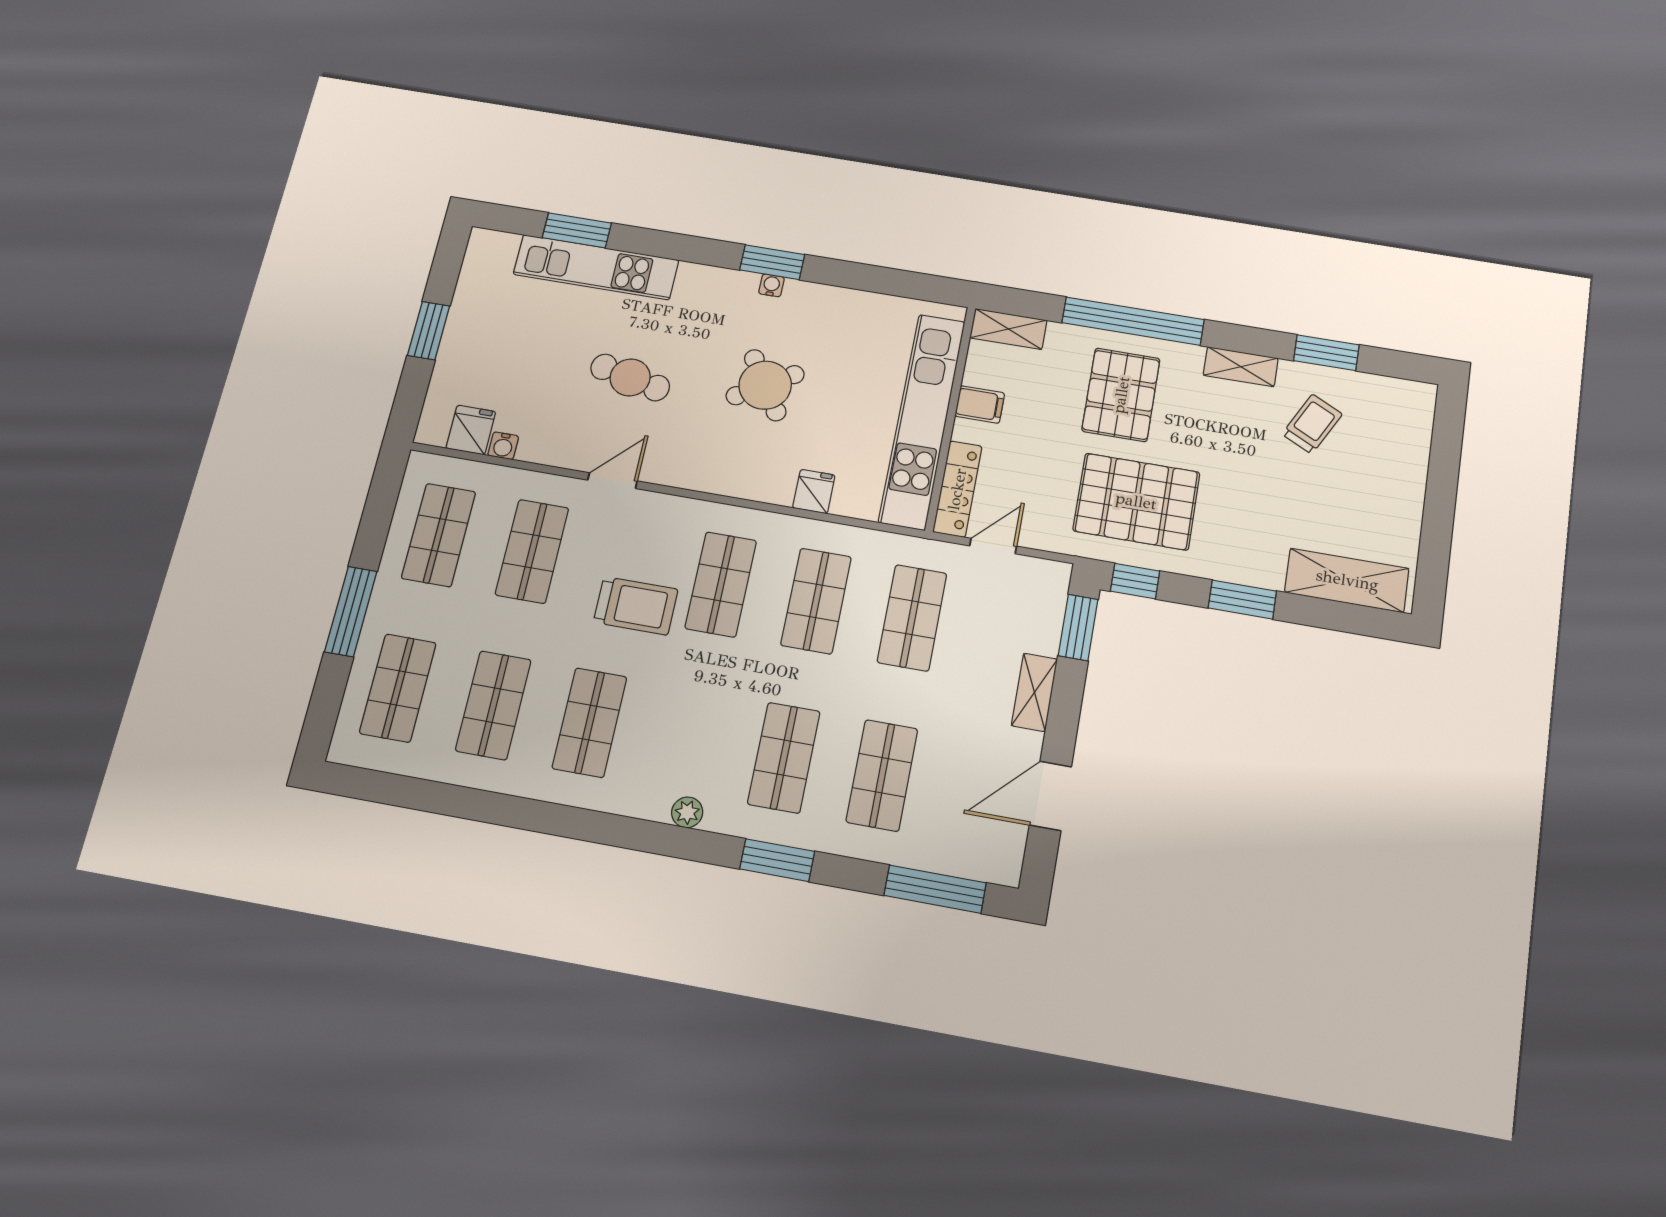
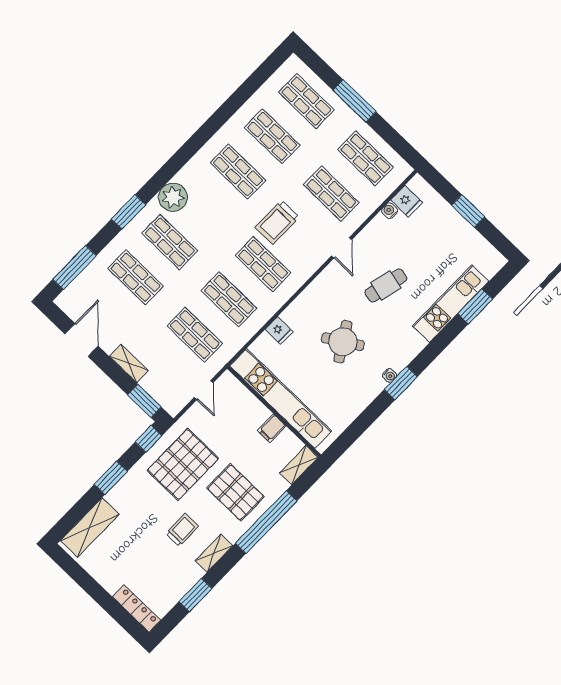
trolley: (1312, 424) -> (182, 530), moved, turned -117
locker: (957, 489) -> (137, 609), moved, turned 180
plant: (687, 812) -> (173, 197), width x1.88, depth x1.88

